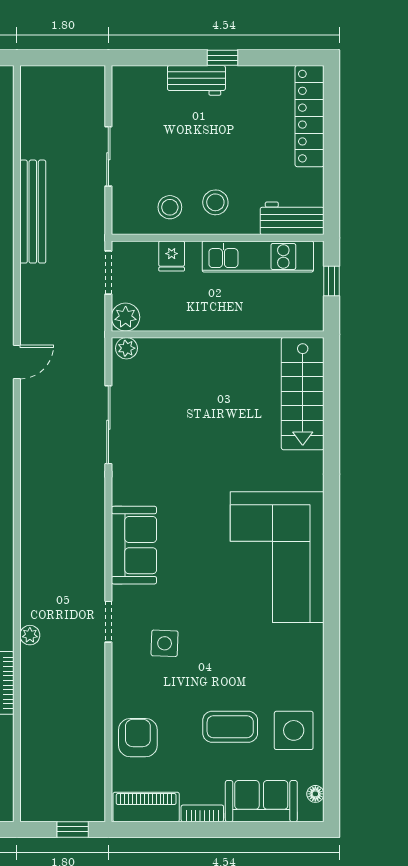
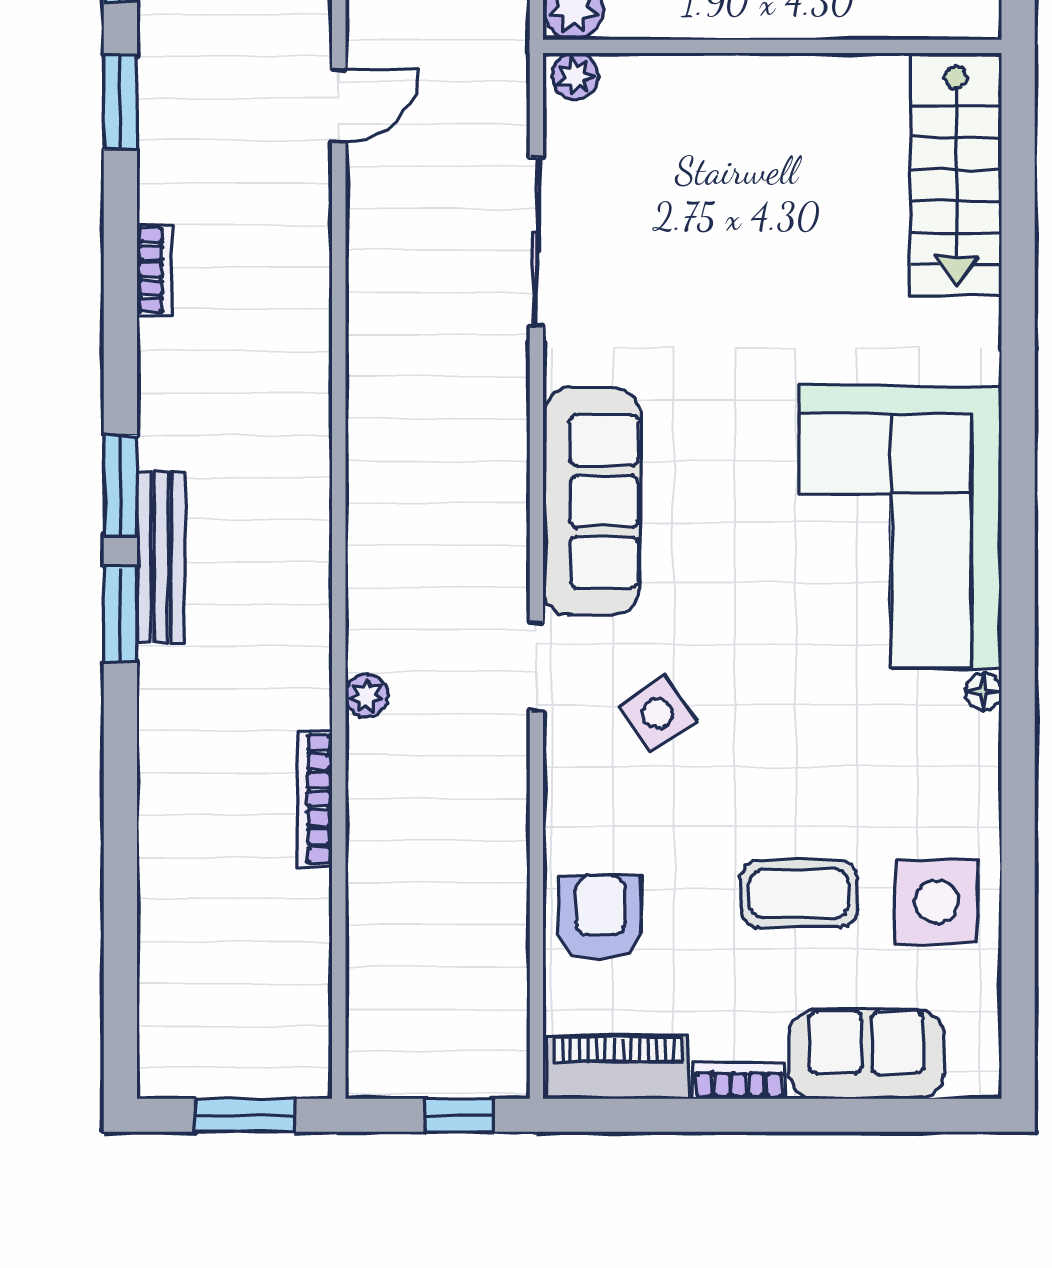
sofa: (134, 545) -> (592, 501), width x1.36
side table: (165, 643) -> (658, 713), turned -36
floor lamp: (315, 794) -> (983, 692), moved

